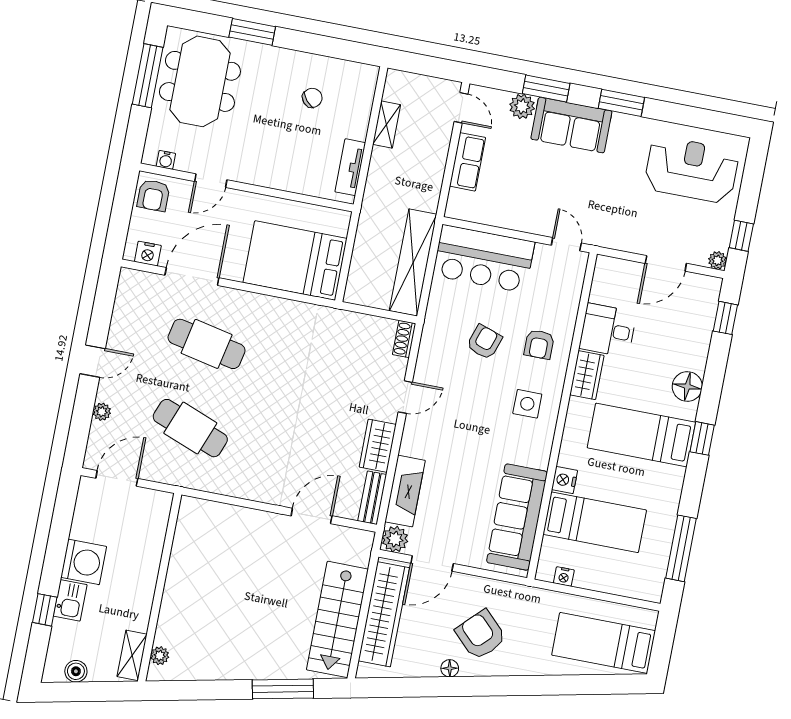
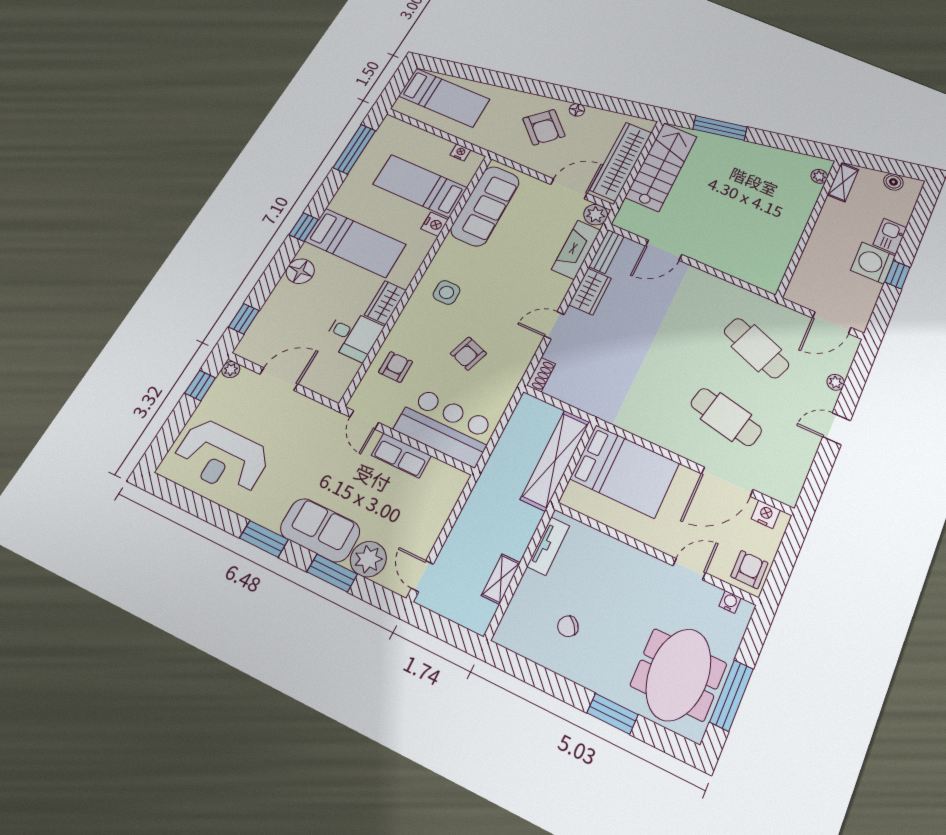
plant: (522, 106) -> (368, 559), width x1.36, depth x1.36
row of seats: (468, 162) -> (401, 455), moved, turned -90
shelving: (413, 262) -> (555, 460), moved
armchair: (539, 344) -> (396, 367), moved
window: (45, 610) -> (897, 275), moved

